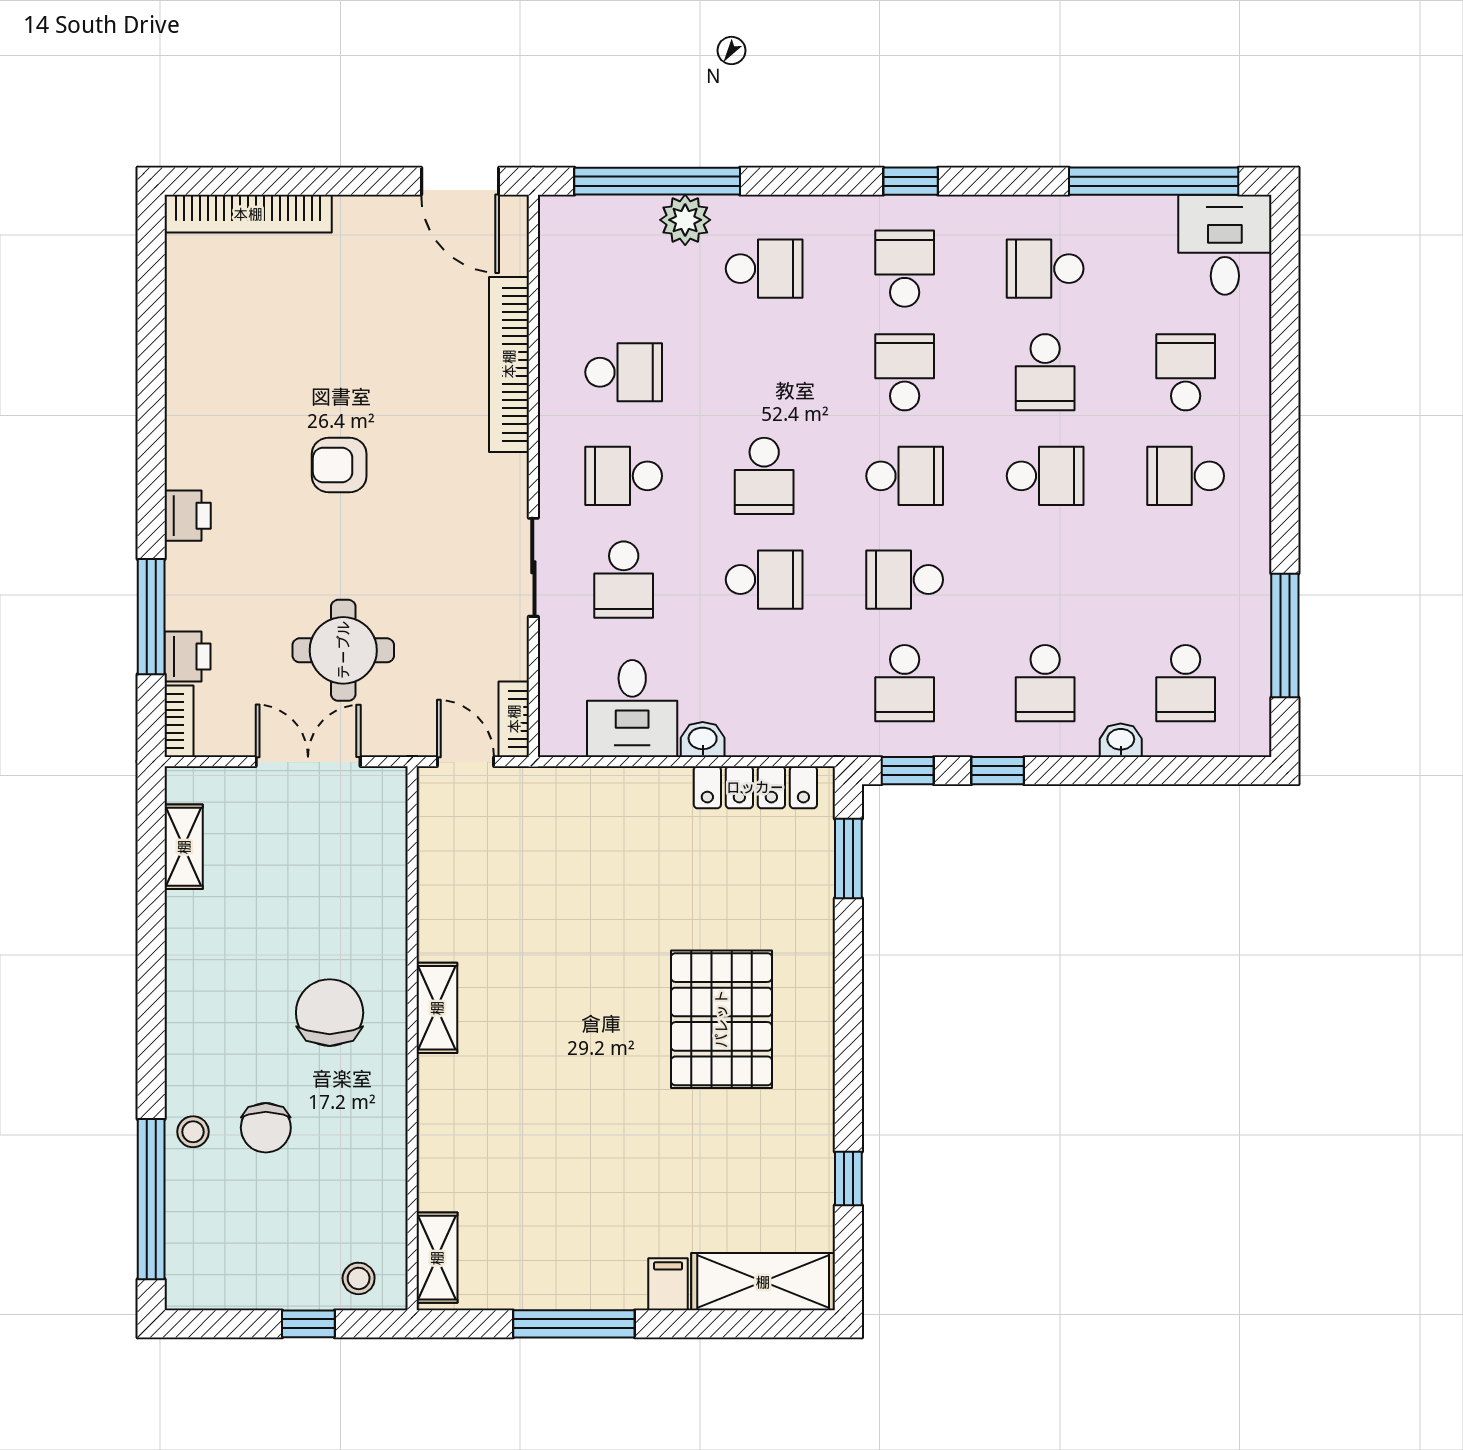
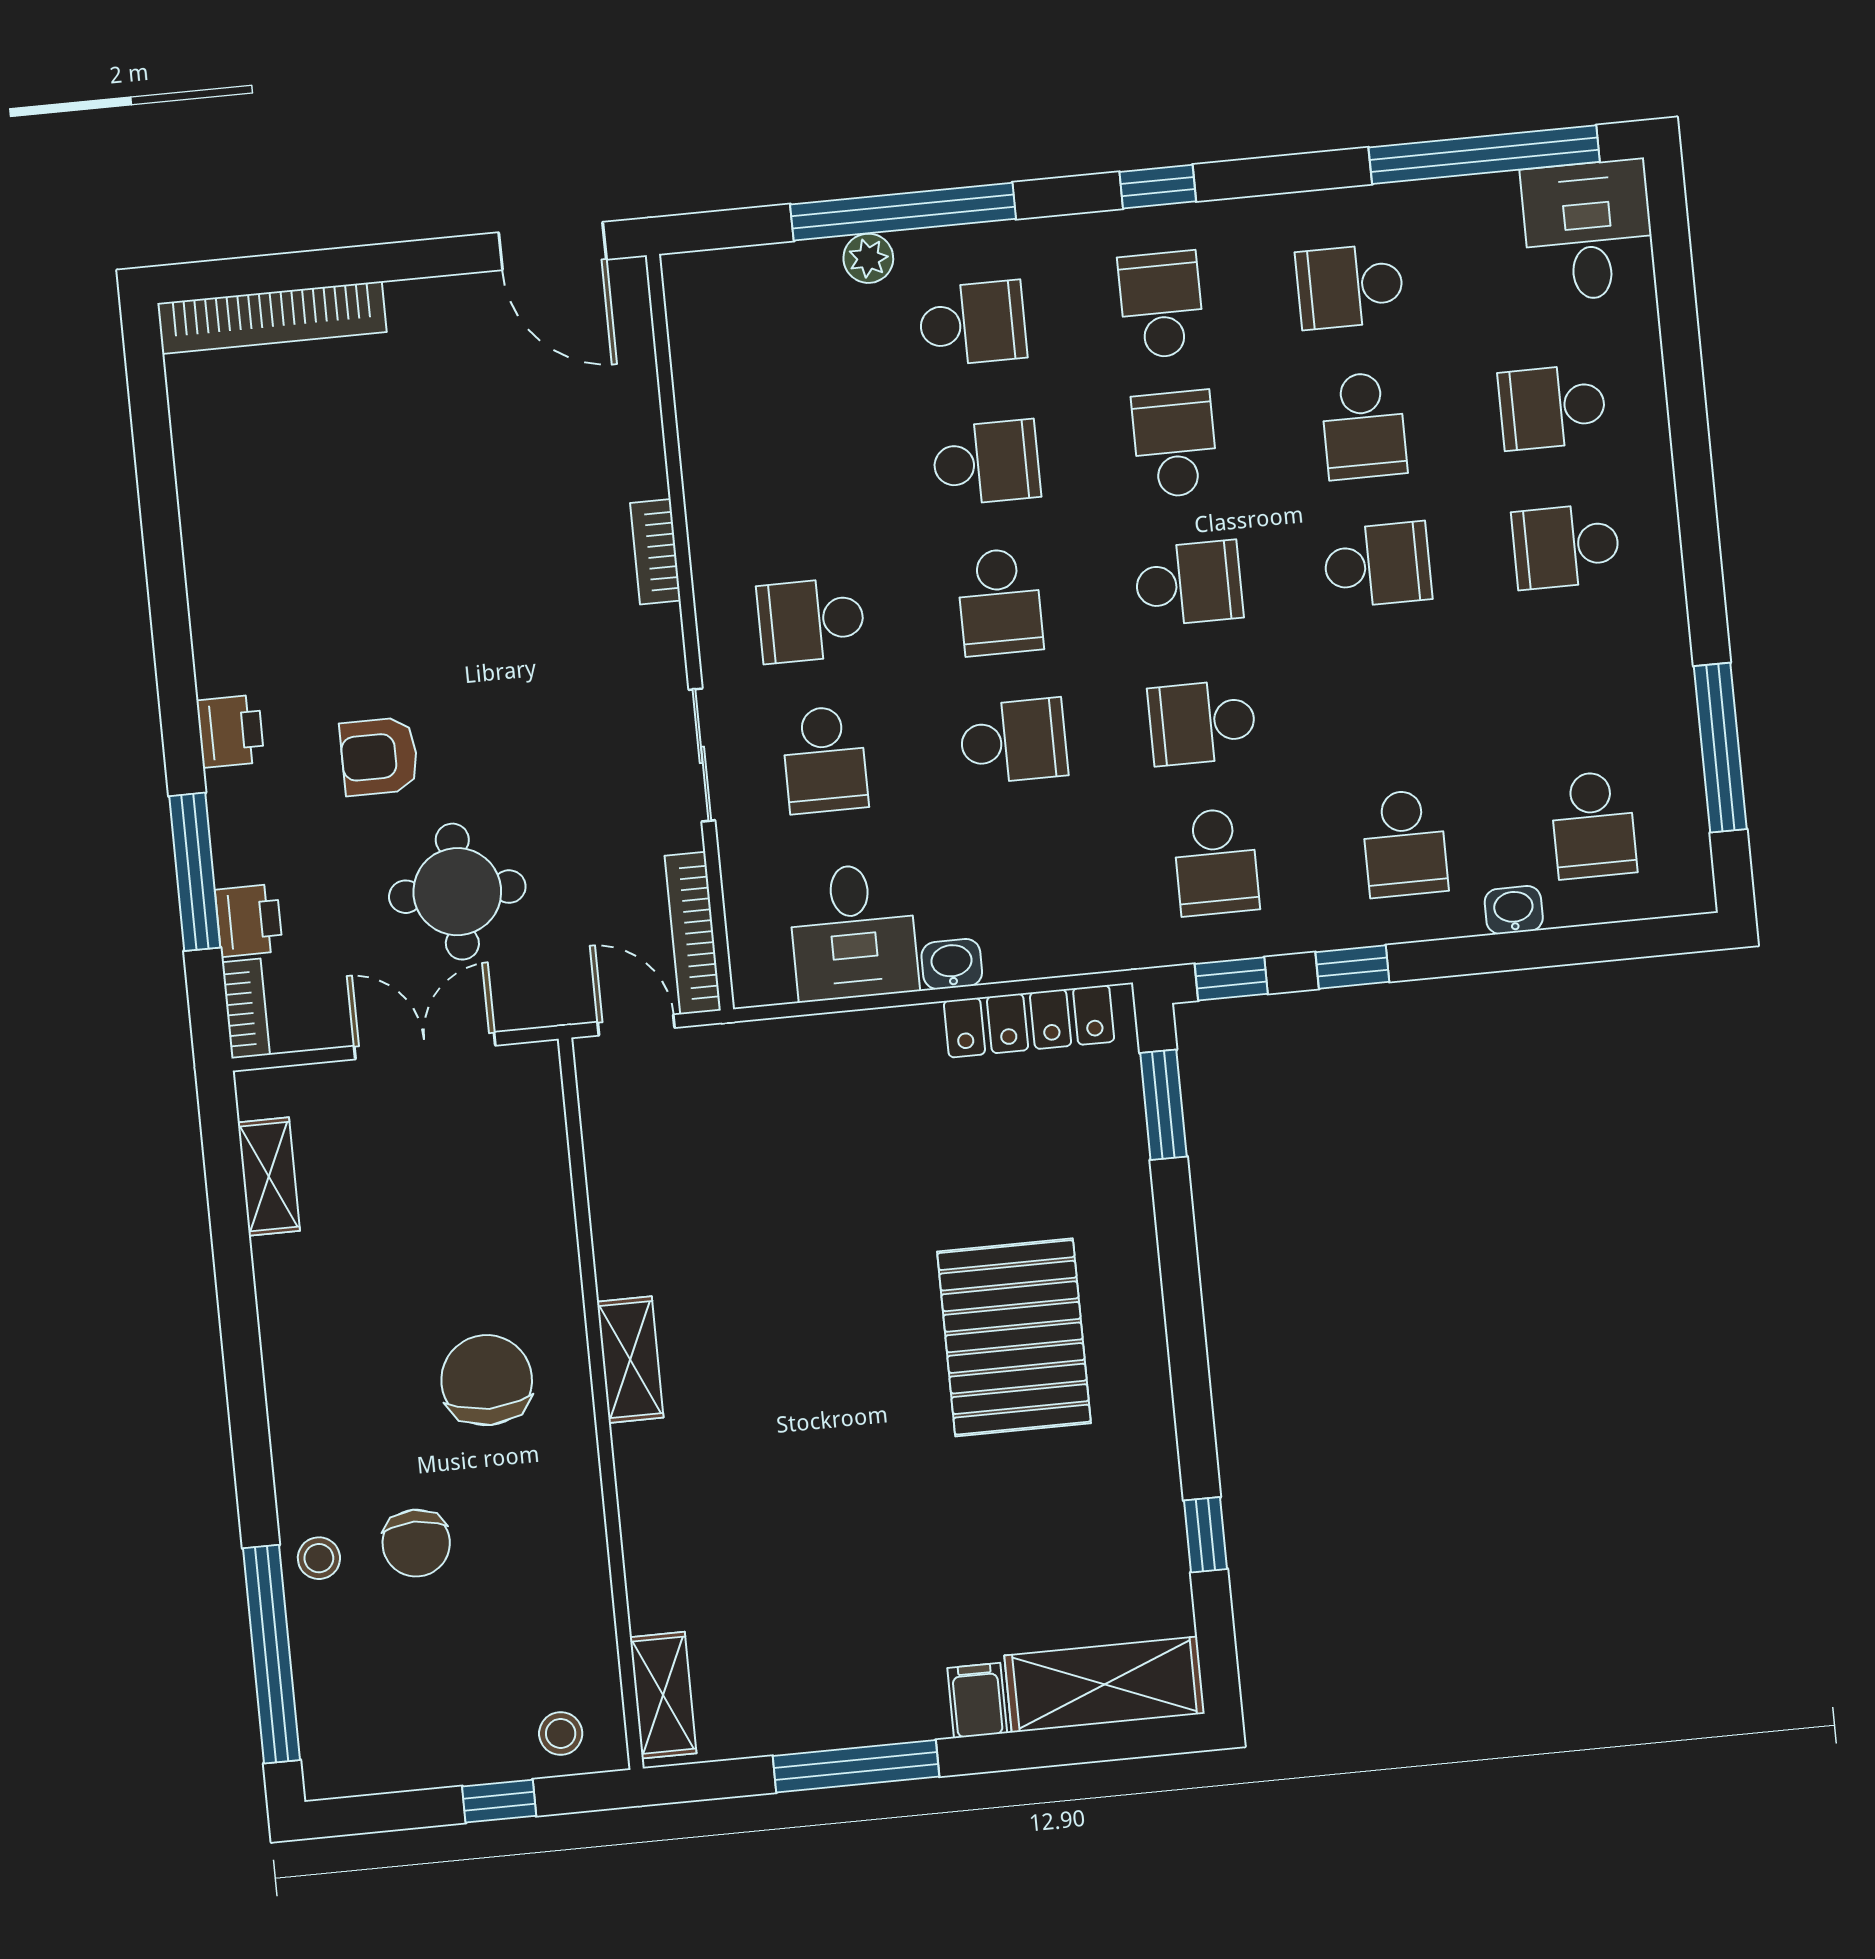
window: (657, 181) -> (903, 212), moved
plant: (685, 220) -> (868, 258), width x0.73, depth x0.73
bookcase: (509, 364) -> (655, 552), width x0.43, depth x0.76
school desk: (624, 372) -> (986, 463), moved
school desk: (1186, 372) -> (1552, 407), turned -90
armchair: (339, 465) -> (379, 756), moved
bookcase: (514, 719) -> (693, 933), width x1.56

